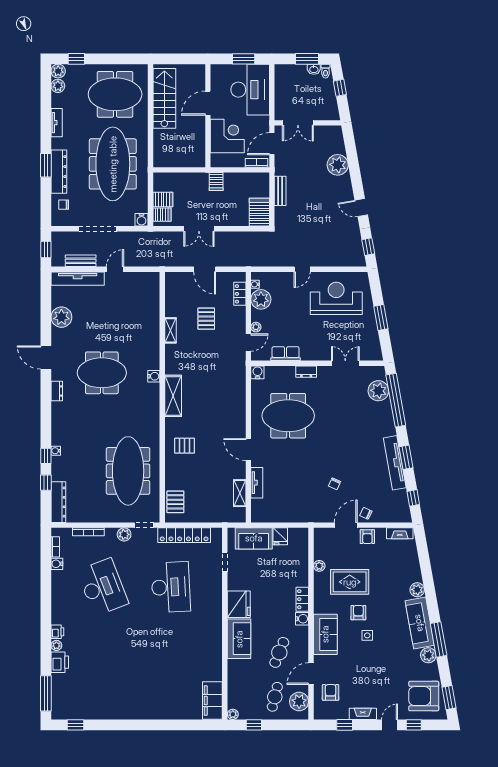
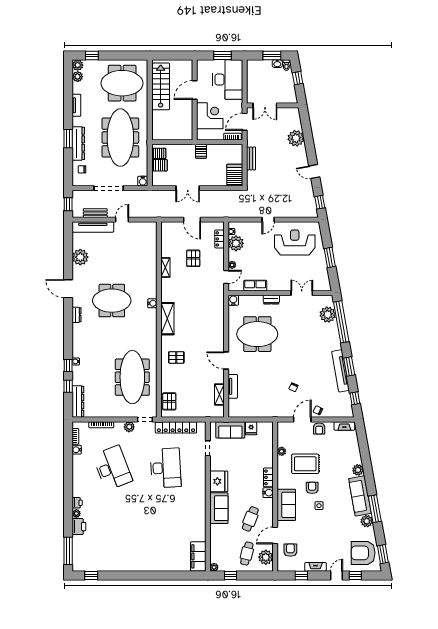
server rack: (162, 215) -> (159, 153), moved

